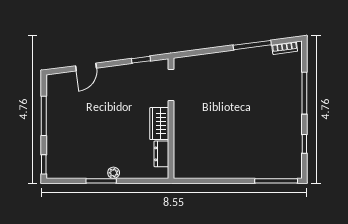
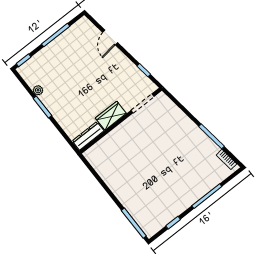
door: (86, 67) -> (110, 37), hinge flipped
dresser: (161, 154) -> (88, 136), width x1.44
plant: (114, 173) -> (38, 90), moved

